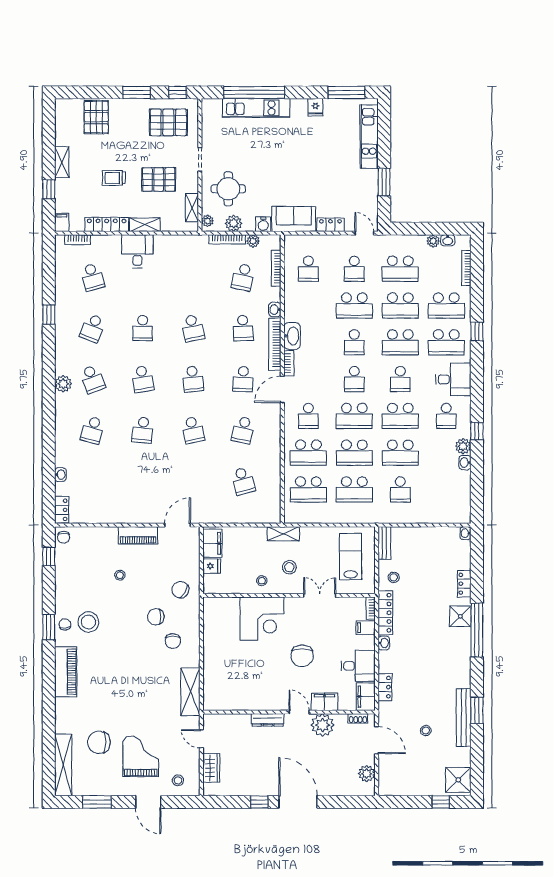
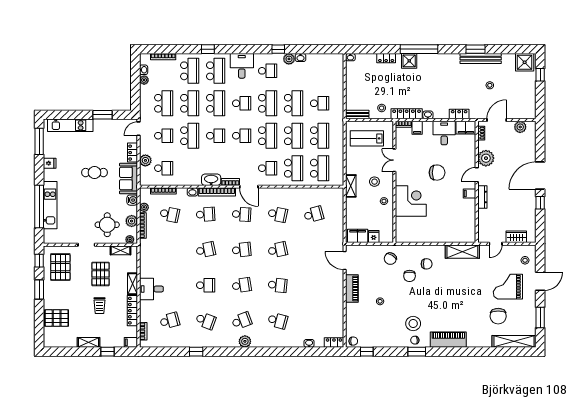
cafe table: (302, 171) -> (95, 173), added
plant: (319, 243) -> (145, 160), added
filing cabinet: (325, 702) -> (470, 193), moved, width x0.50

